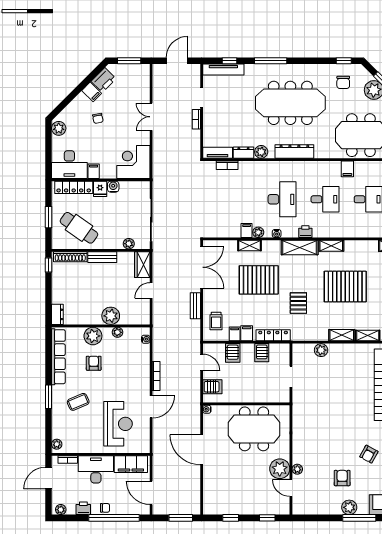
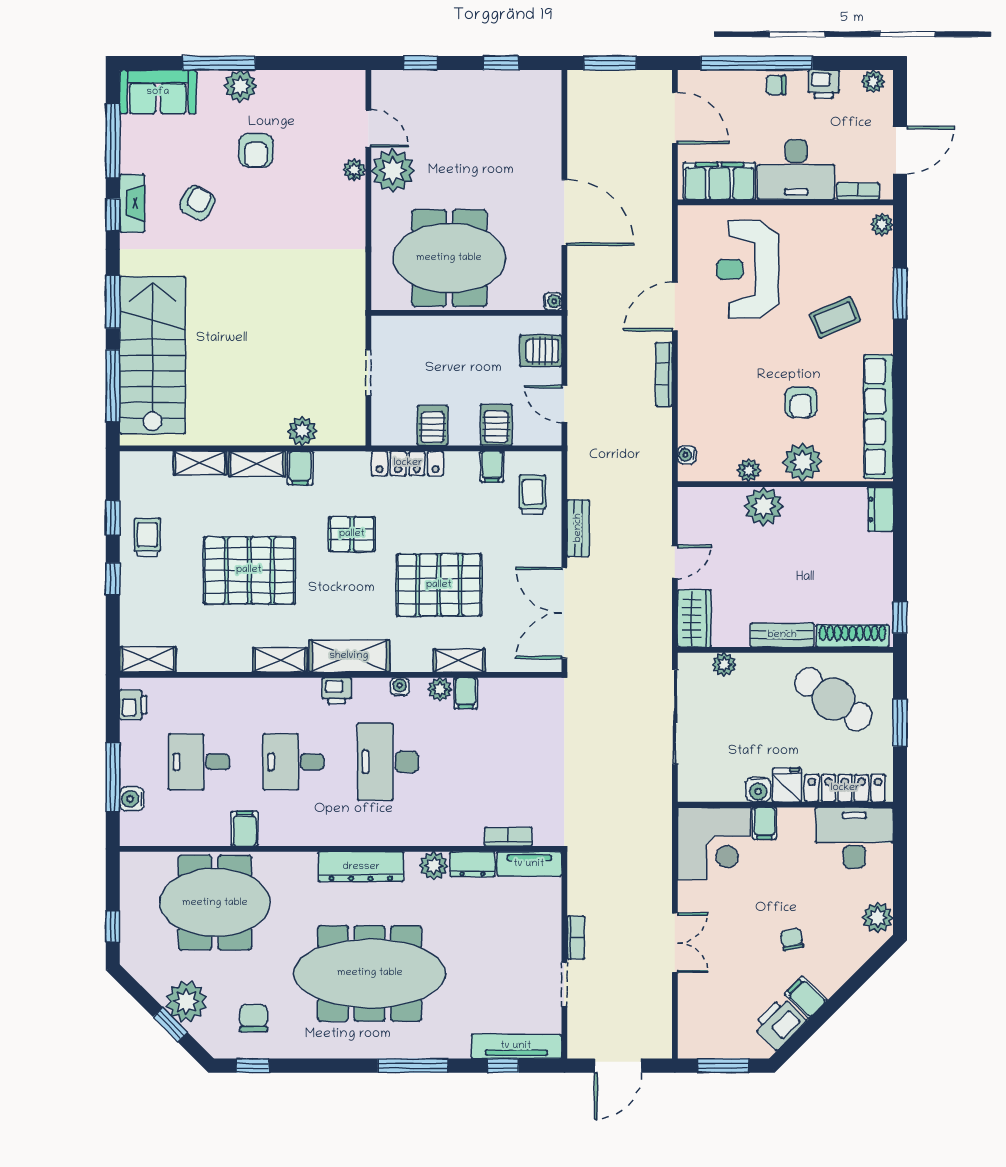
filing cabinet: (94, 171) -> (764, 823), moved
pallet: (298, 303) -> (352, 534), turned 90
filing cabinet: (247, 333) -> (300, 468), moved
window: (49, 397) -> (900, 293), moved

